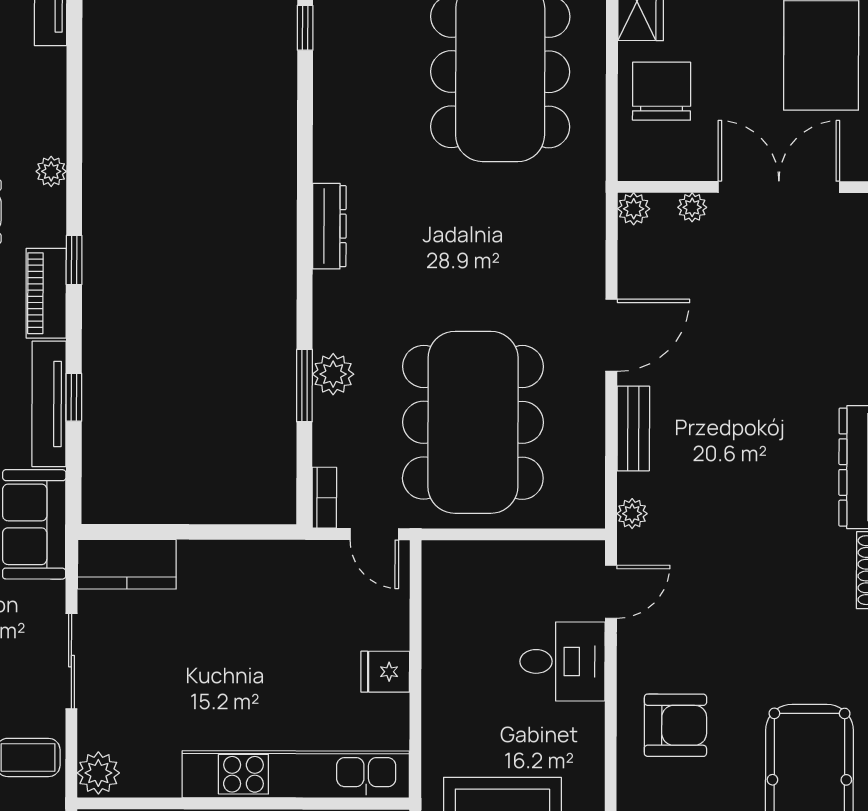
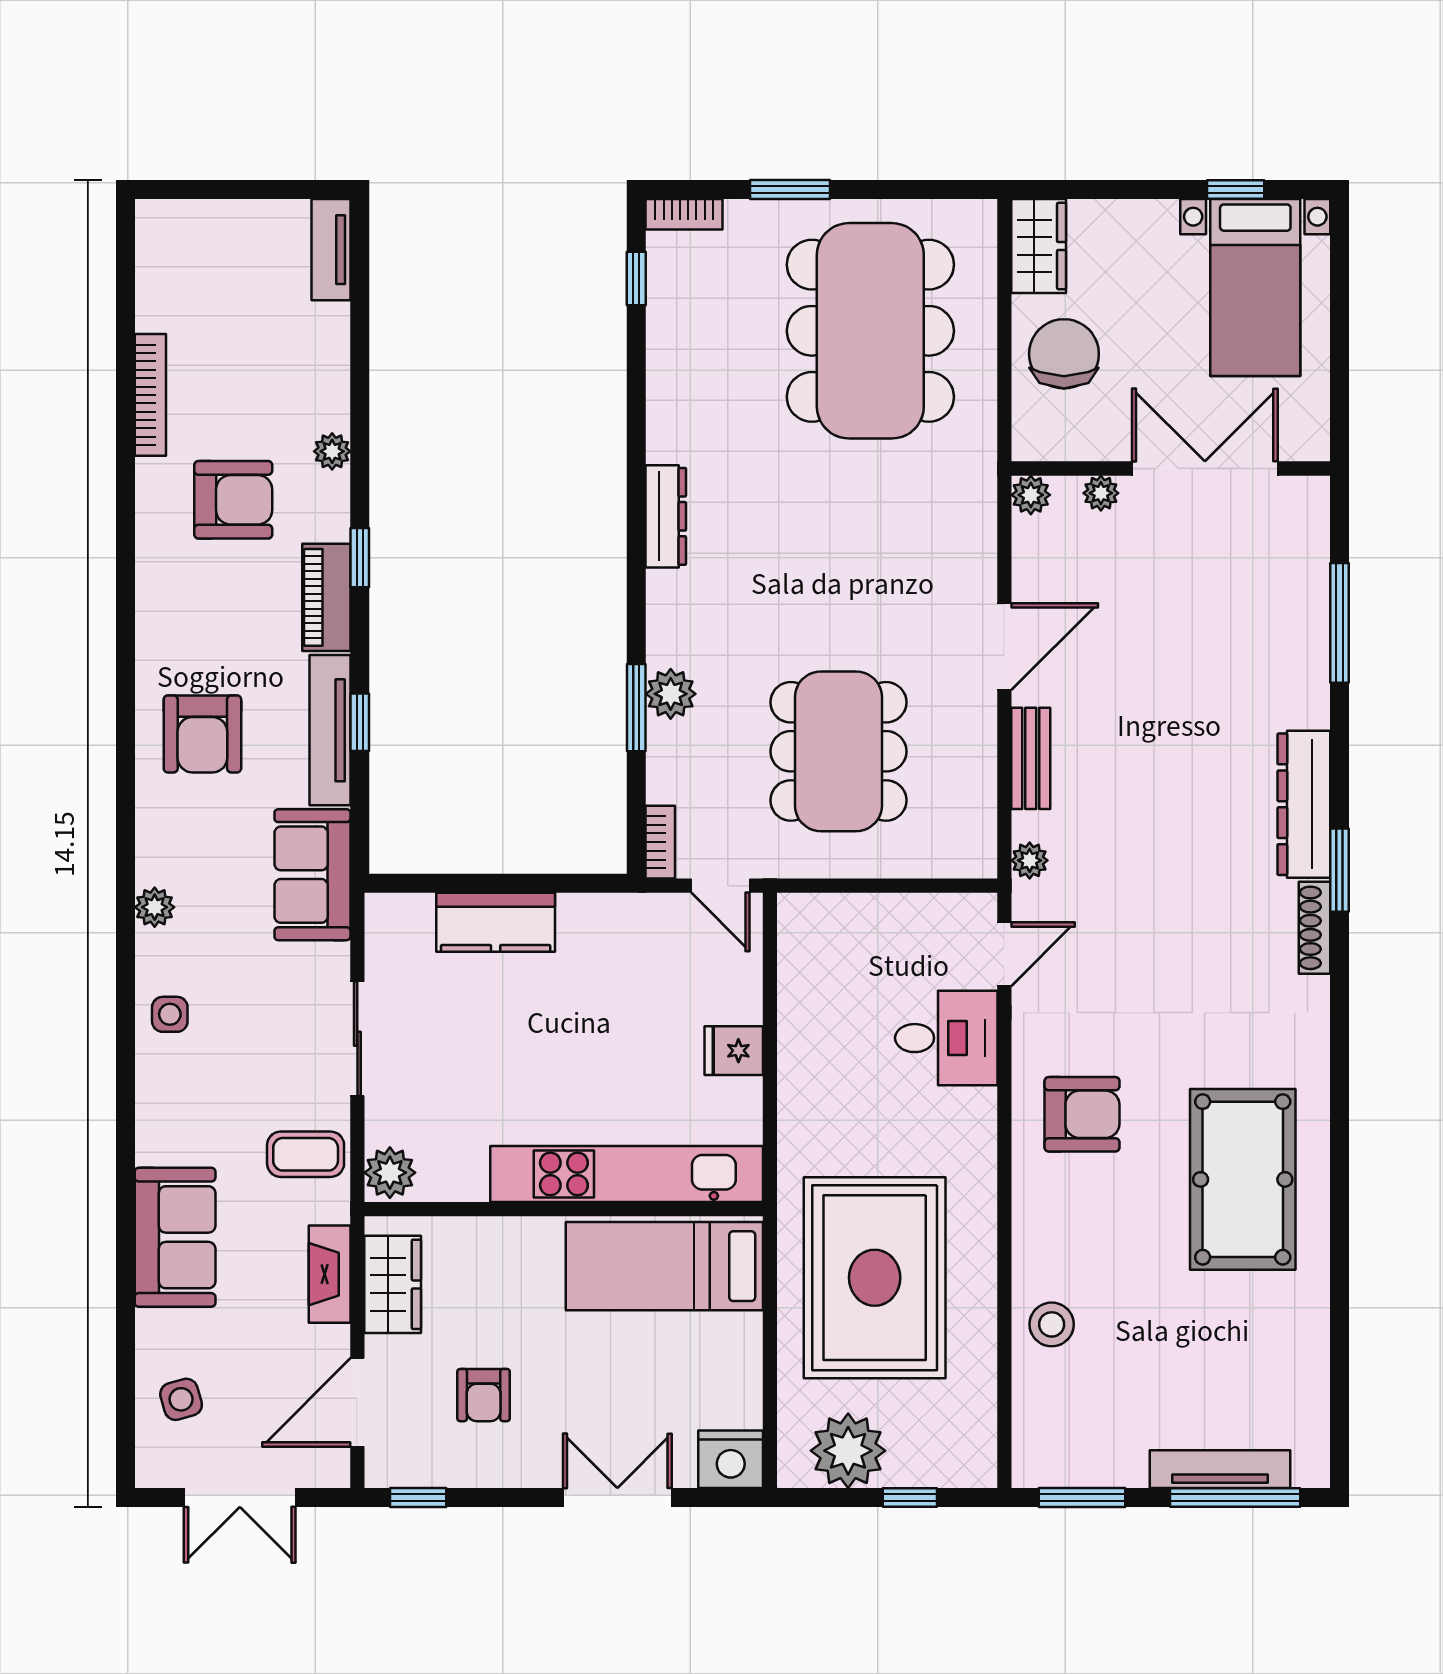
dining table: (473, 422) -> (838, 751), width x0.73, depth x0.80
kitchen counter: (127, 564) -> (496, 922), moved

